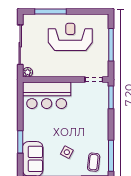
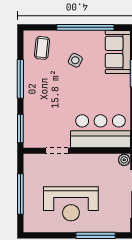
doorway: (94, 80) -> (57, 151), moved
window: (111, 156) -> (20, 79), moved

